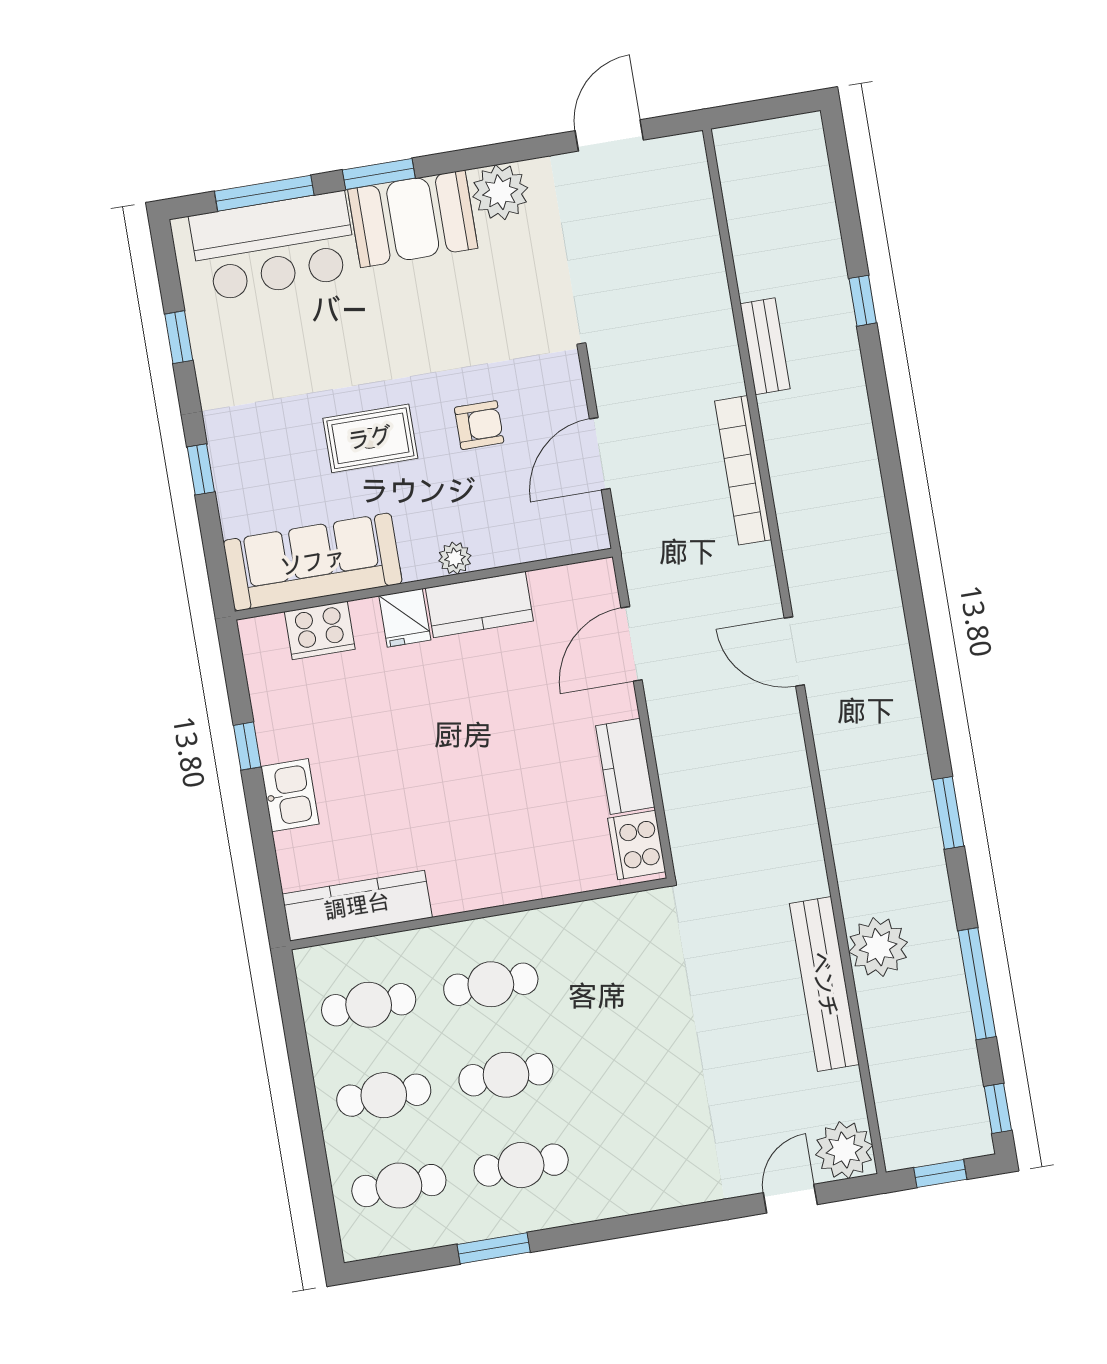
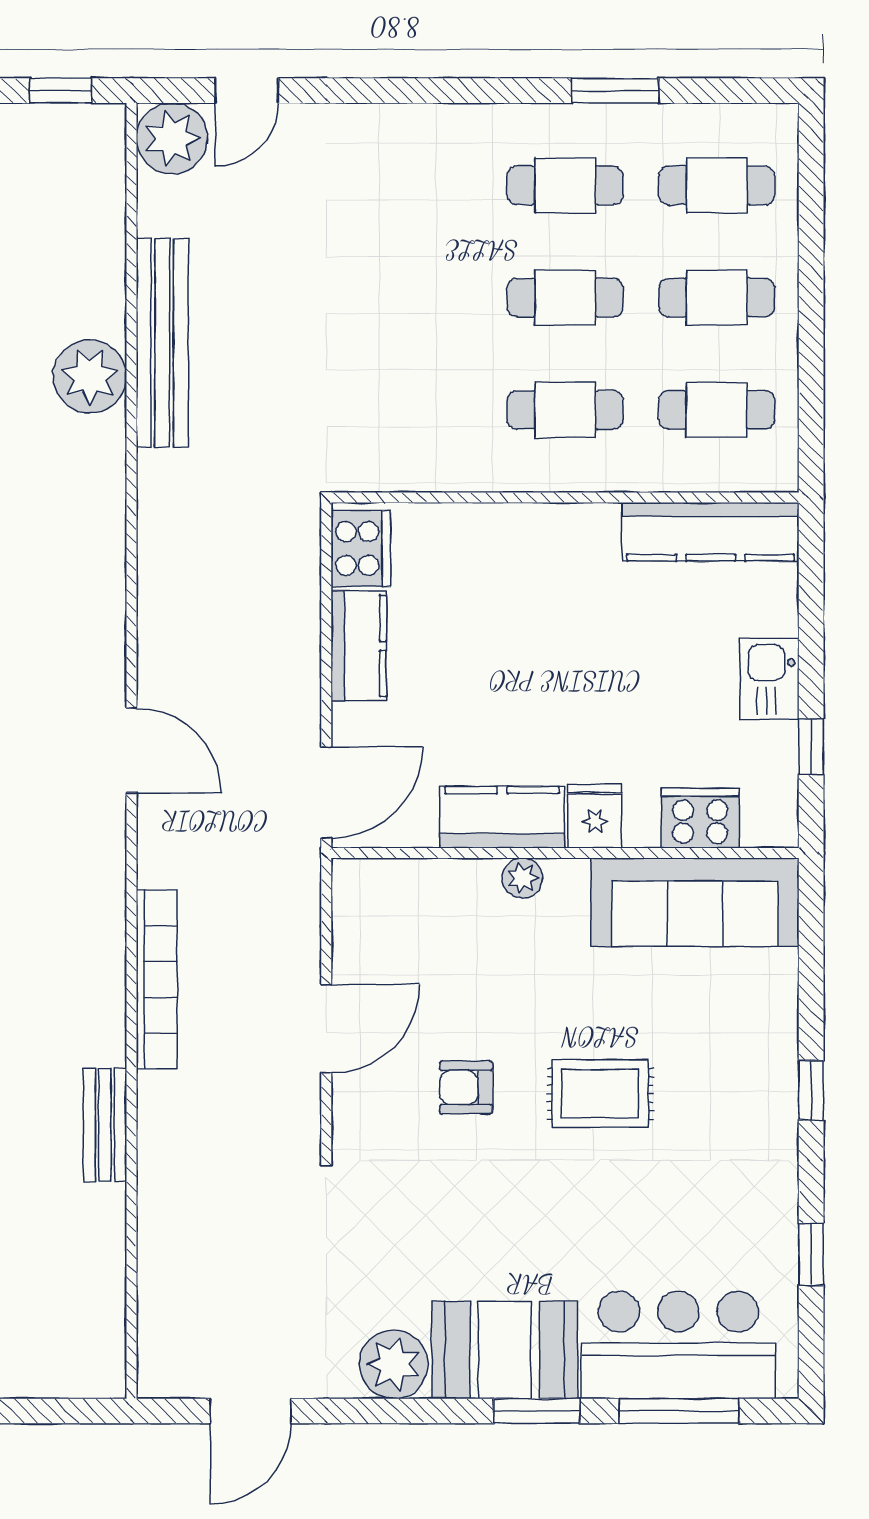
plant: (455, 558) -> (522, 878), moved
sofa: (313, 562) -> (695, 902), moved
wall: (424, 584) -> (565, 853), moved
kitchen counter: (479, 604) -> (502, 817), moved
fridge: (405, 618) -> (595, 816), moved
cooker: (320, 630) -> (700, 818), moved

